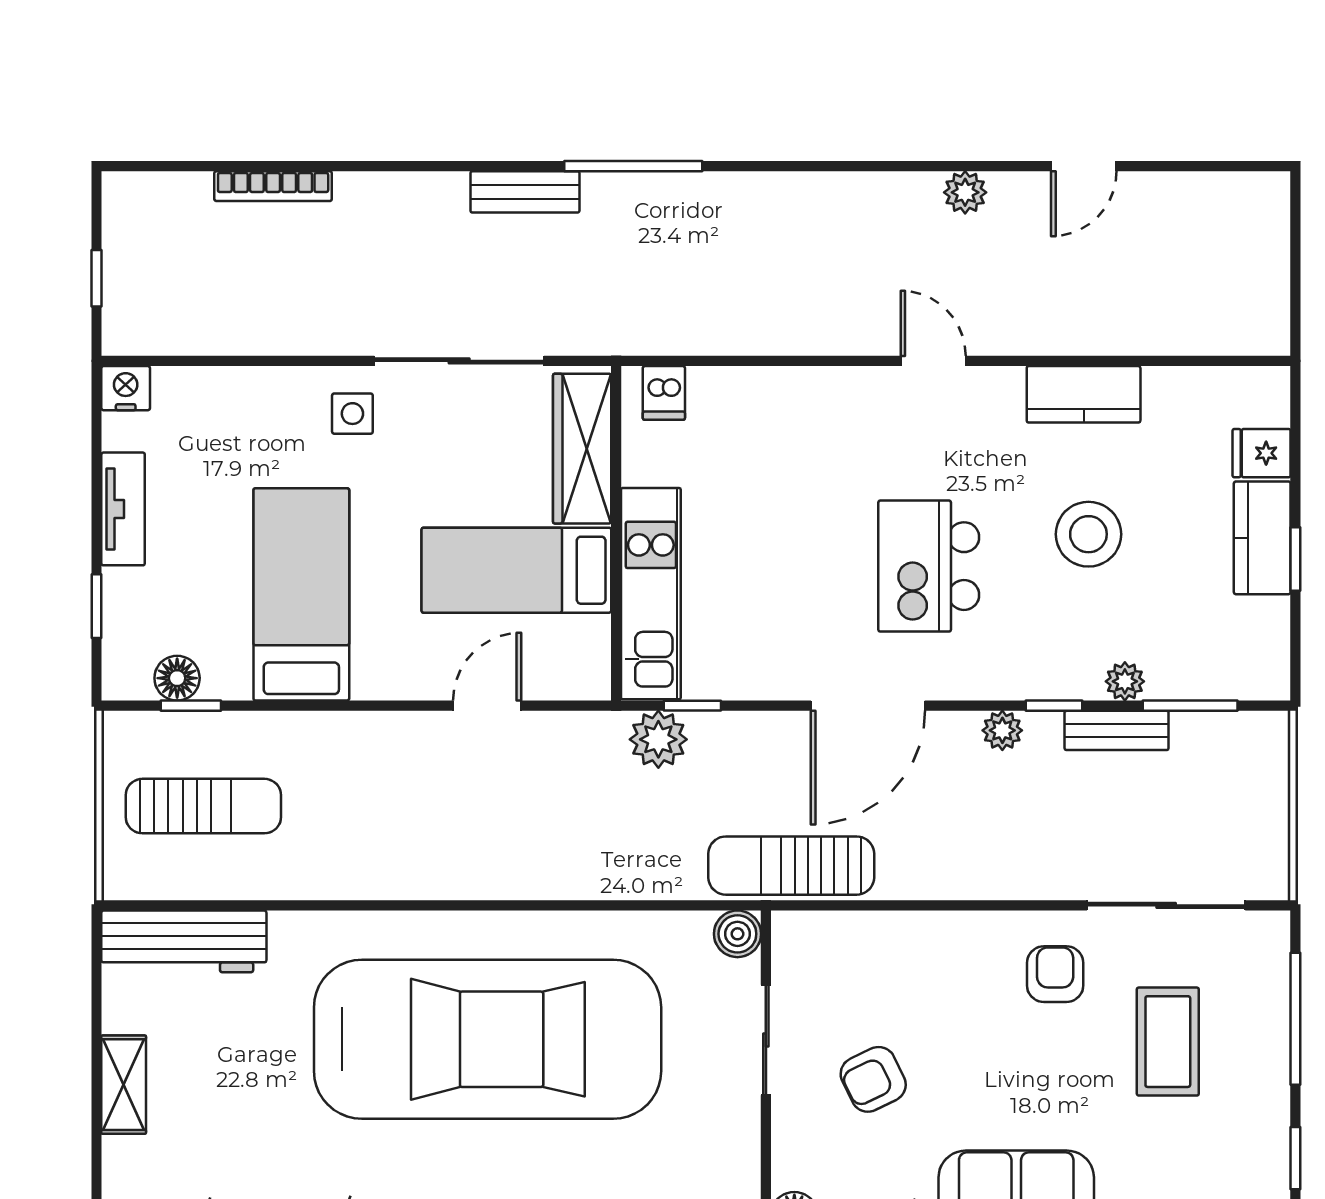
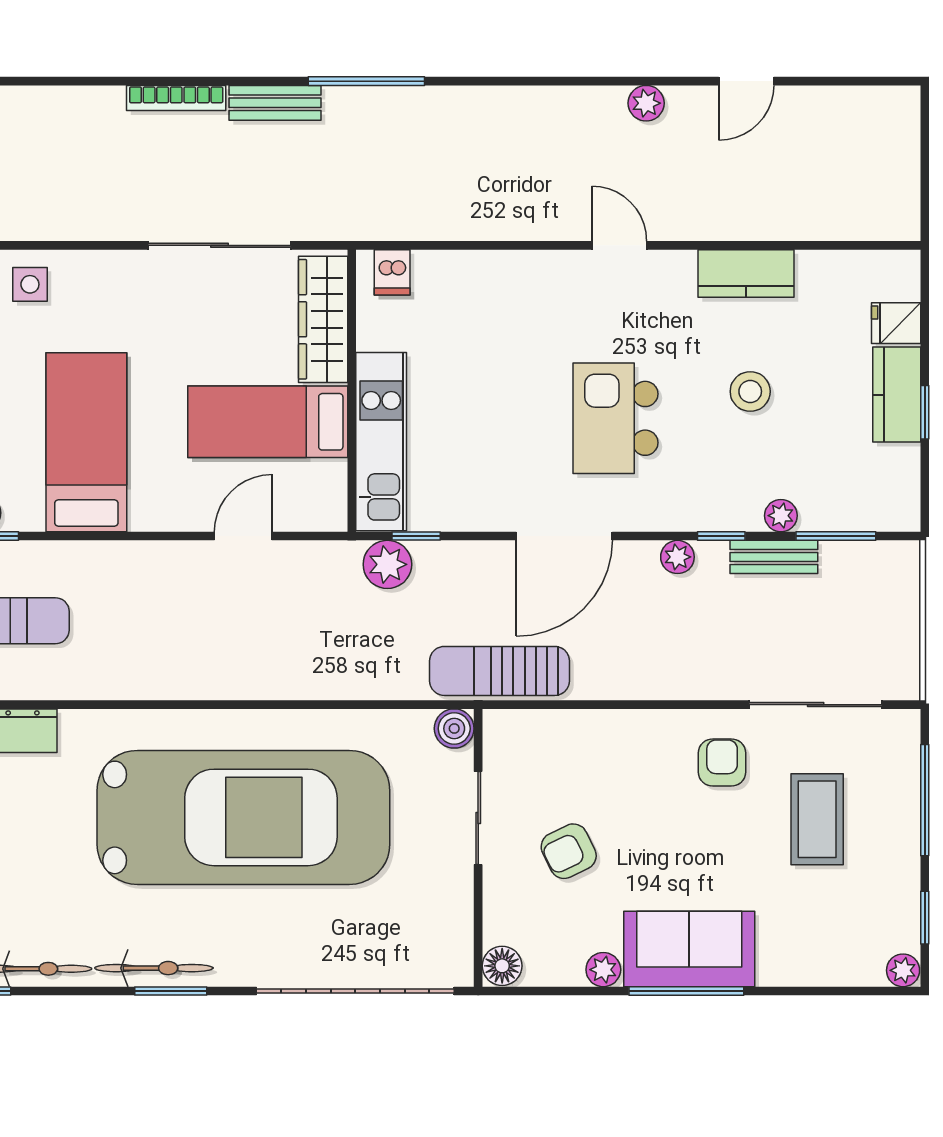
bookcase: (273, 186) -> (176, 98), moved
side table: (352, 414) -> (30, 284), moved
stool: (1088, 534) -> (750, 391), width x0.73, depth x0.73

